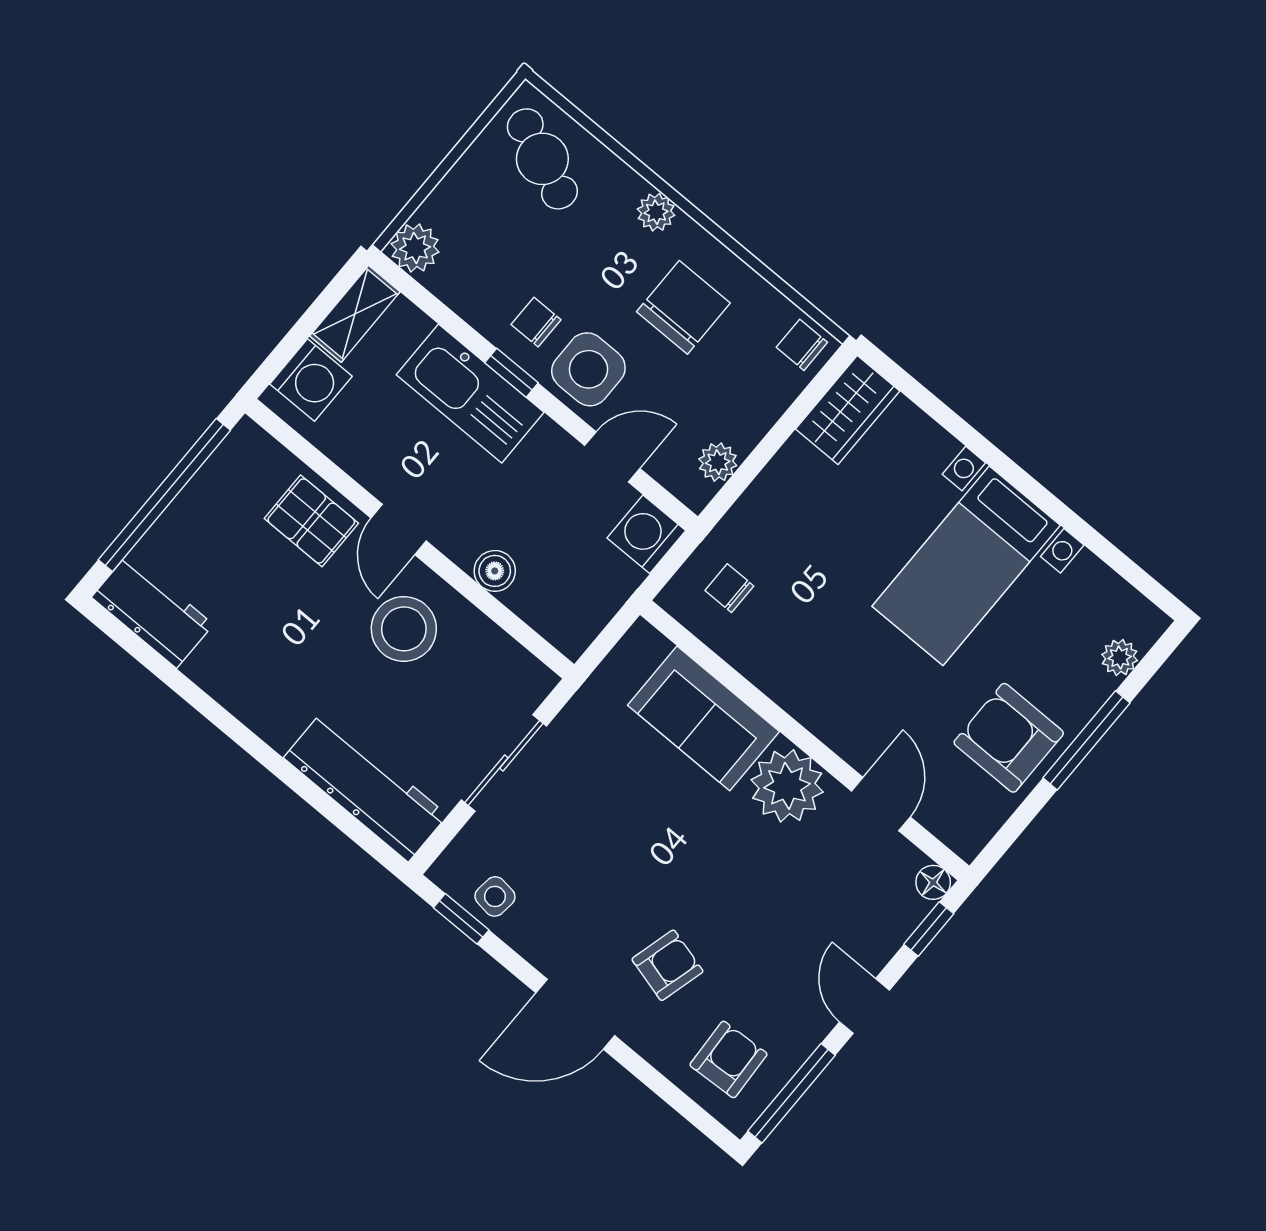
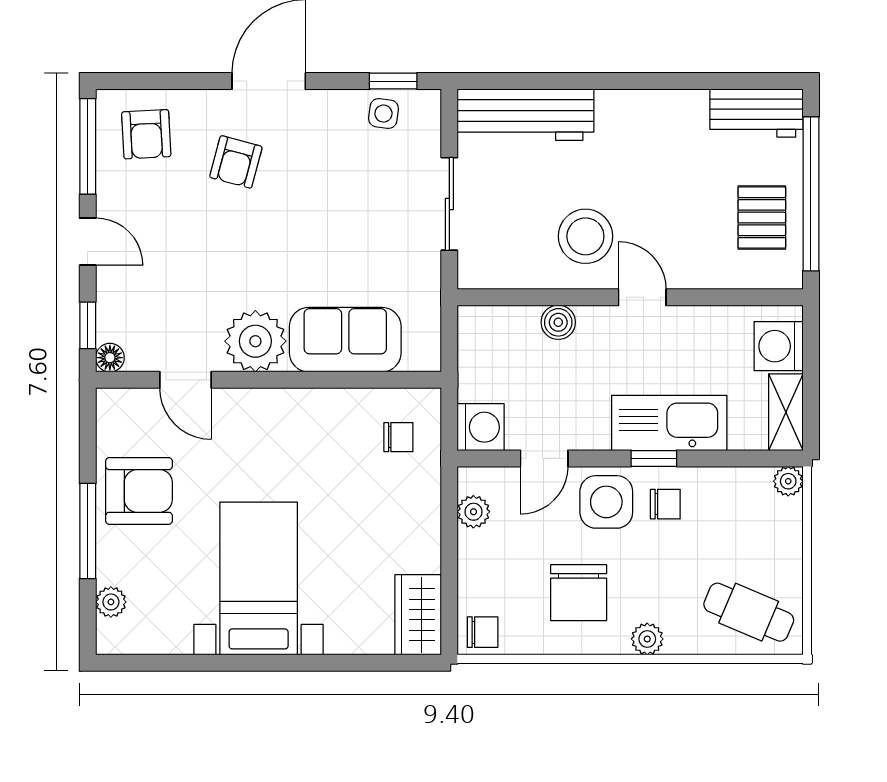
plant: (415, 248) -> (788, 481), width x0.73, depth x0.73
pallet: (311, 521) -> (762, 218), moved, turned 90

